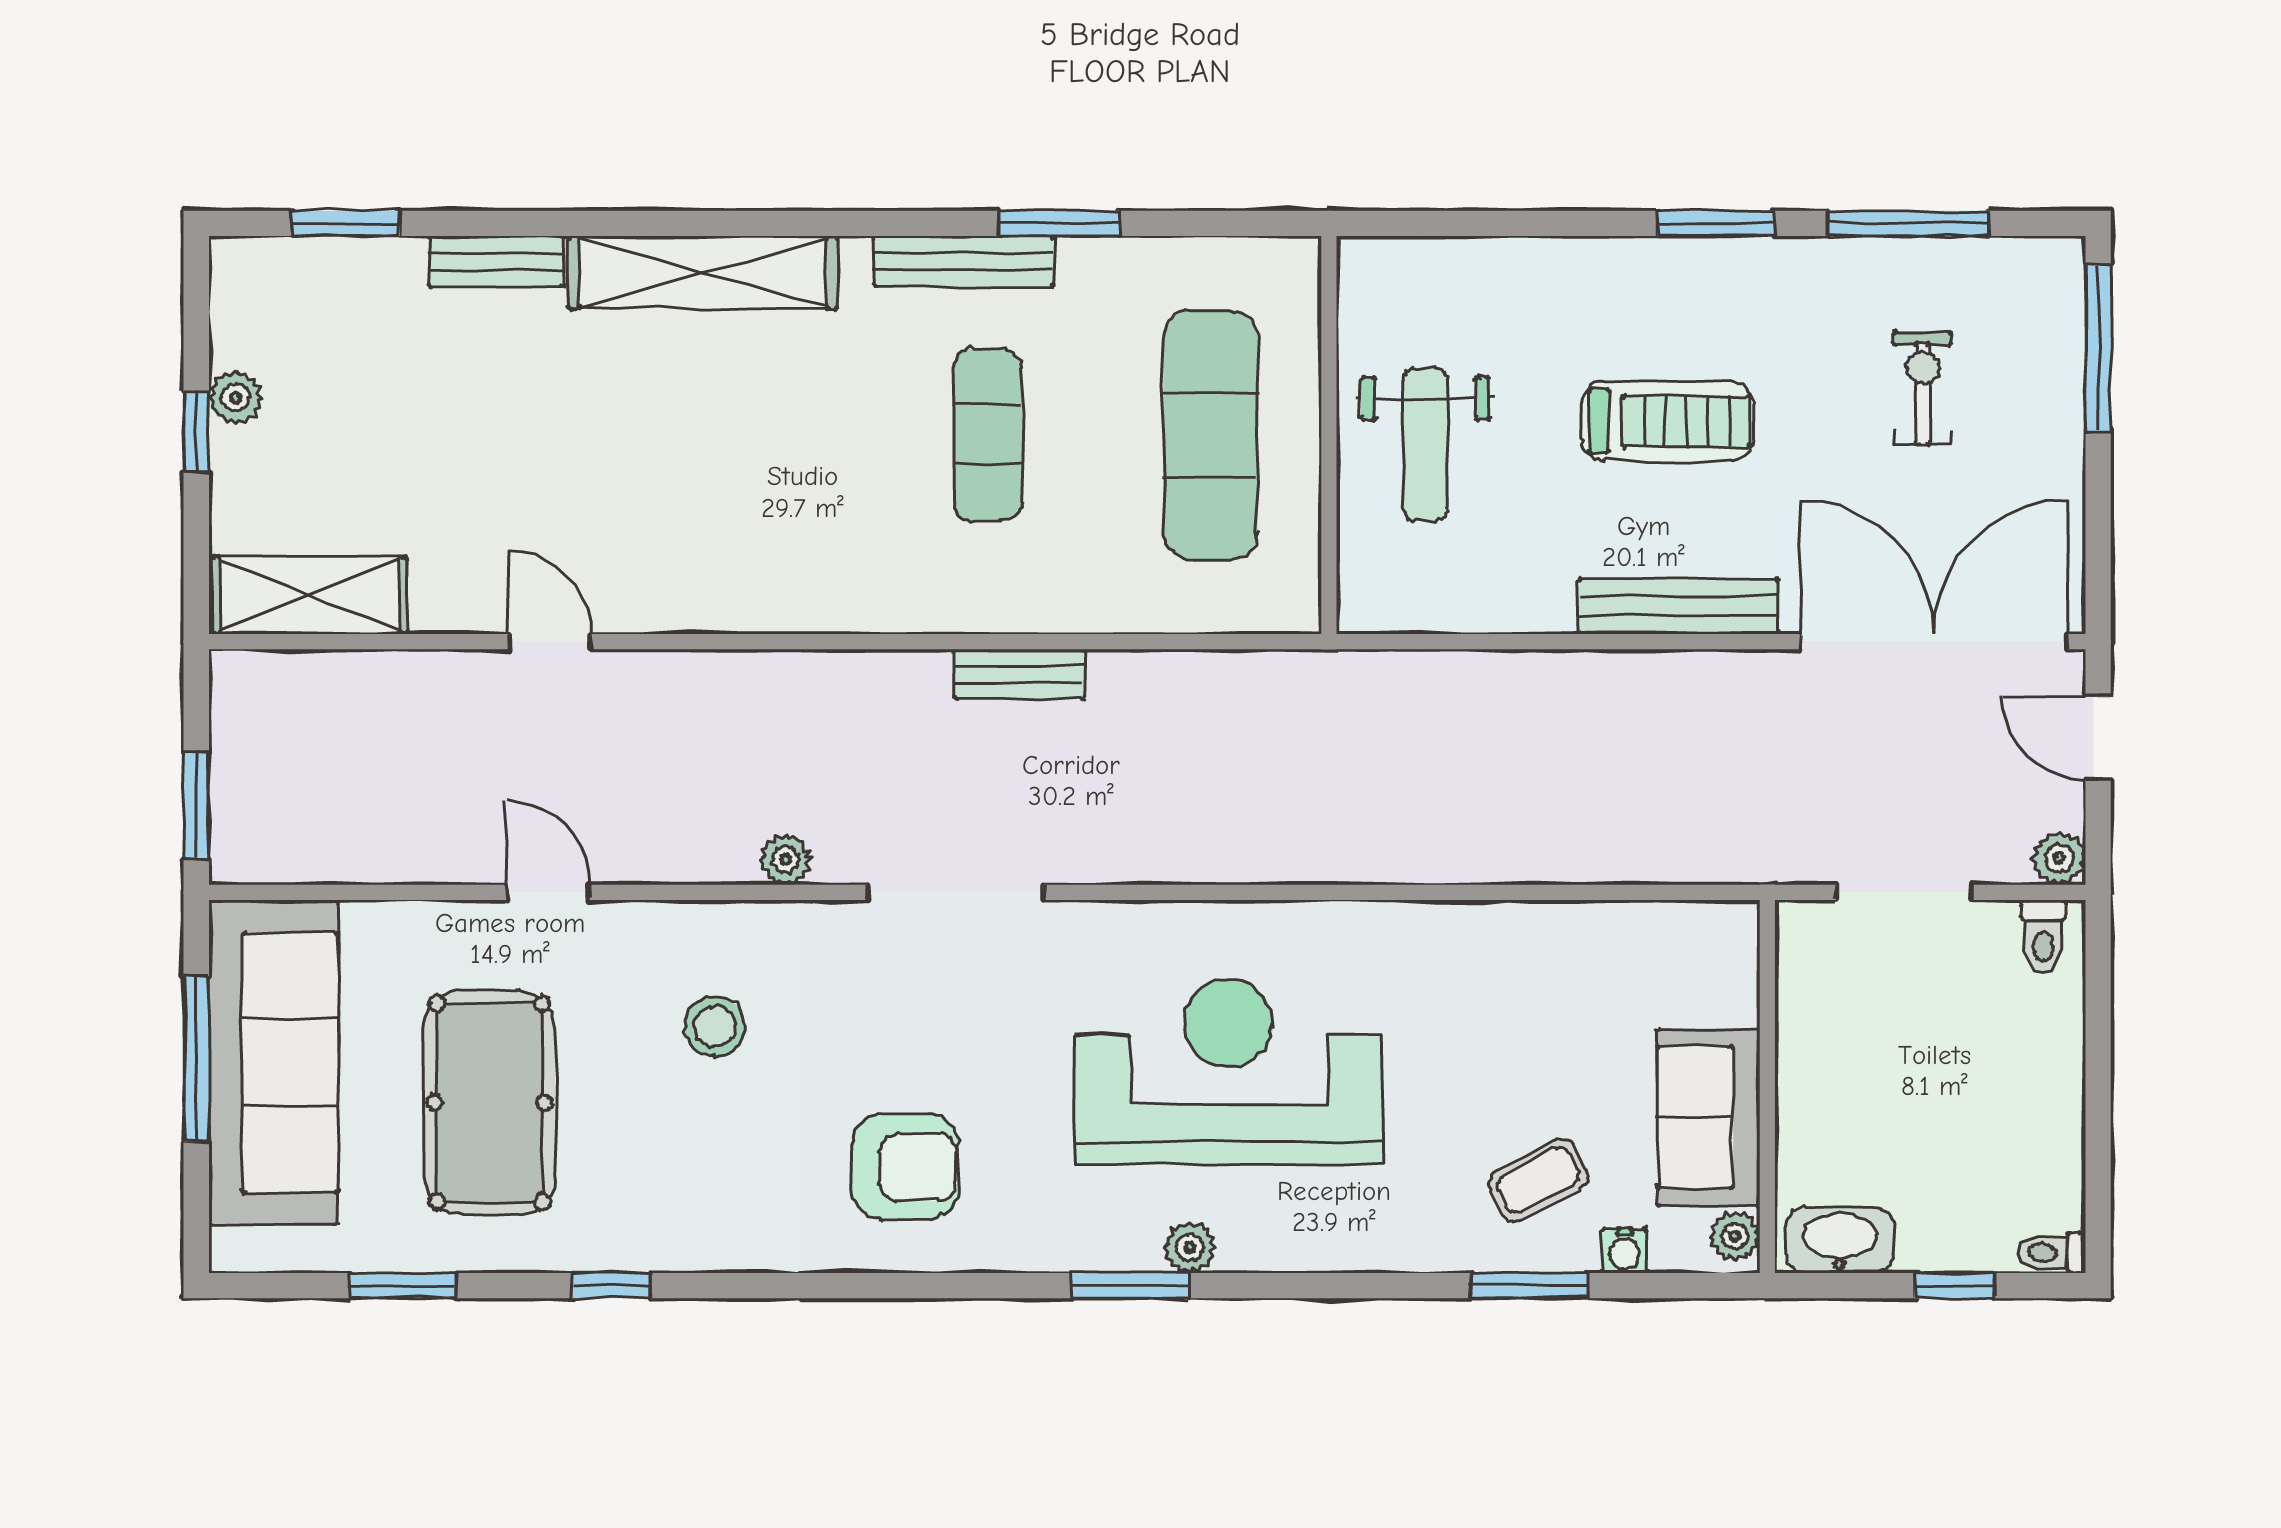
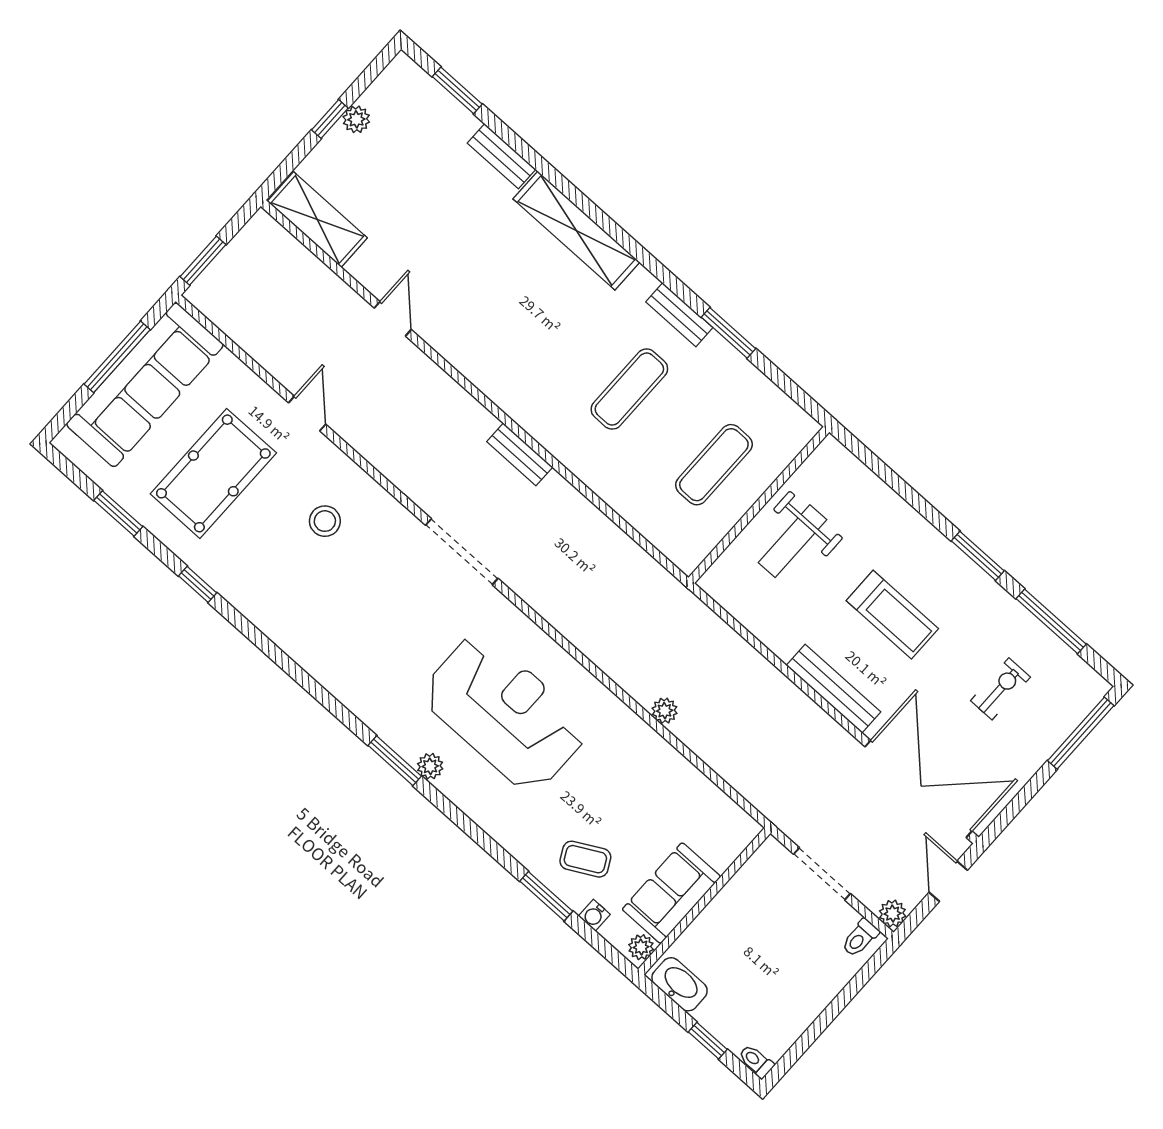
bench: (964, 261) -> (679, 315), width x0.73
exercise mat: (1210, 435) -> (714, 465), width x0.73, depth x0.69
bench: (1019, 674) -> (520, 454), moved
plant: (786, 860) -> (665, 711), moved
armchair: (905, 1167) -> (349, 639), removed

